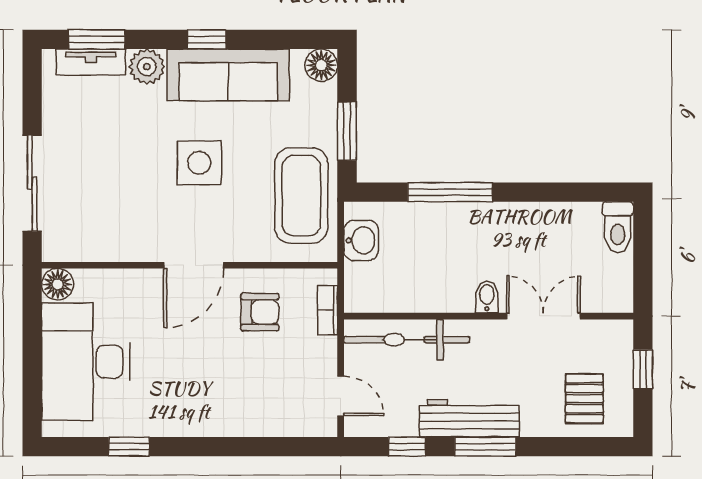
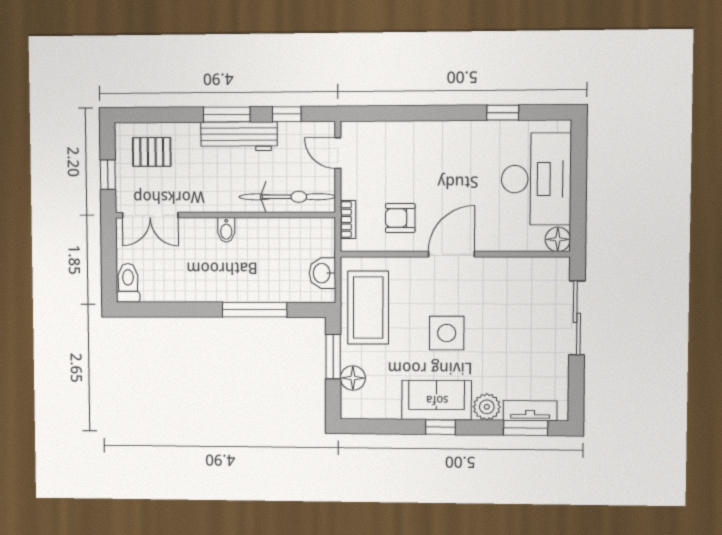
floor lamp: (321, 65) -> (353, 378), moved
sofa: (228, 75) -> (437, 400), width x0.73
double door: (543, 316) -> (150, 215), moved
pallet: (584, 399) -> (152, 152), turned 90

